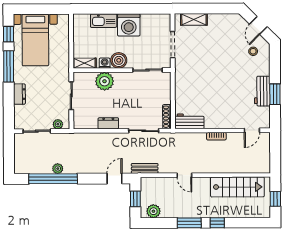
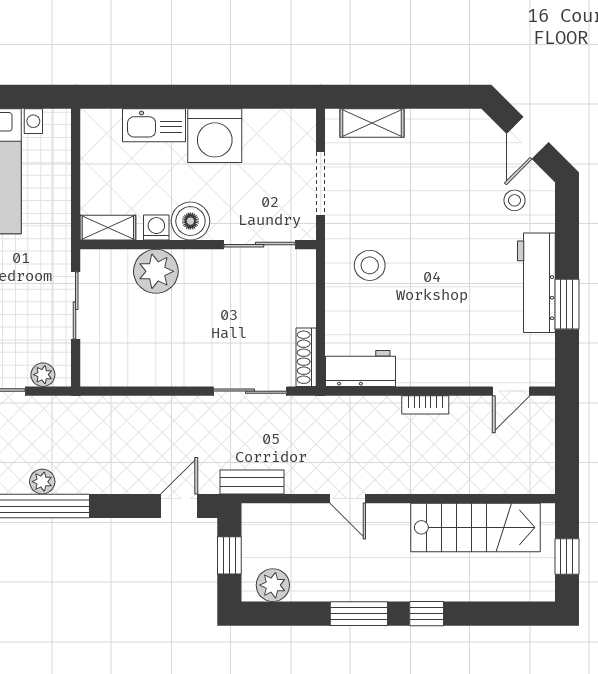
stool: (193, 78) -> (370, 265), added
workbench: (262, 91) -> (536, 283), width x1.38
dresser: (108, 123) -> (165, 373), removed

